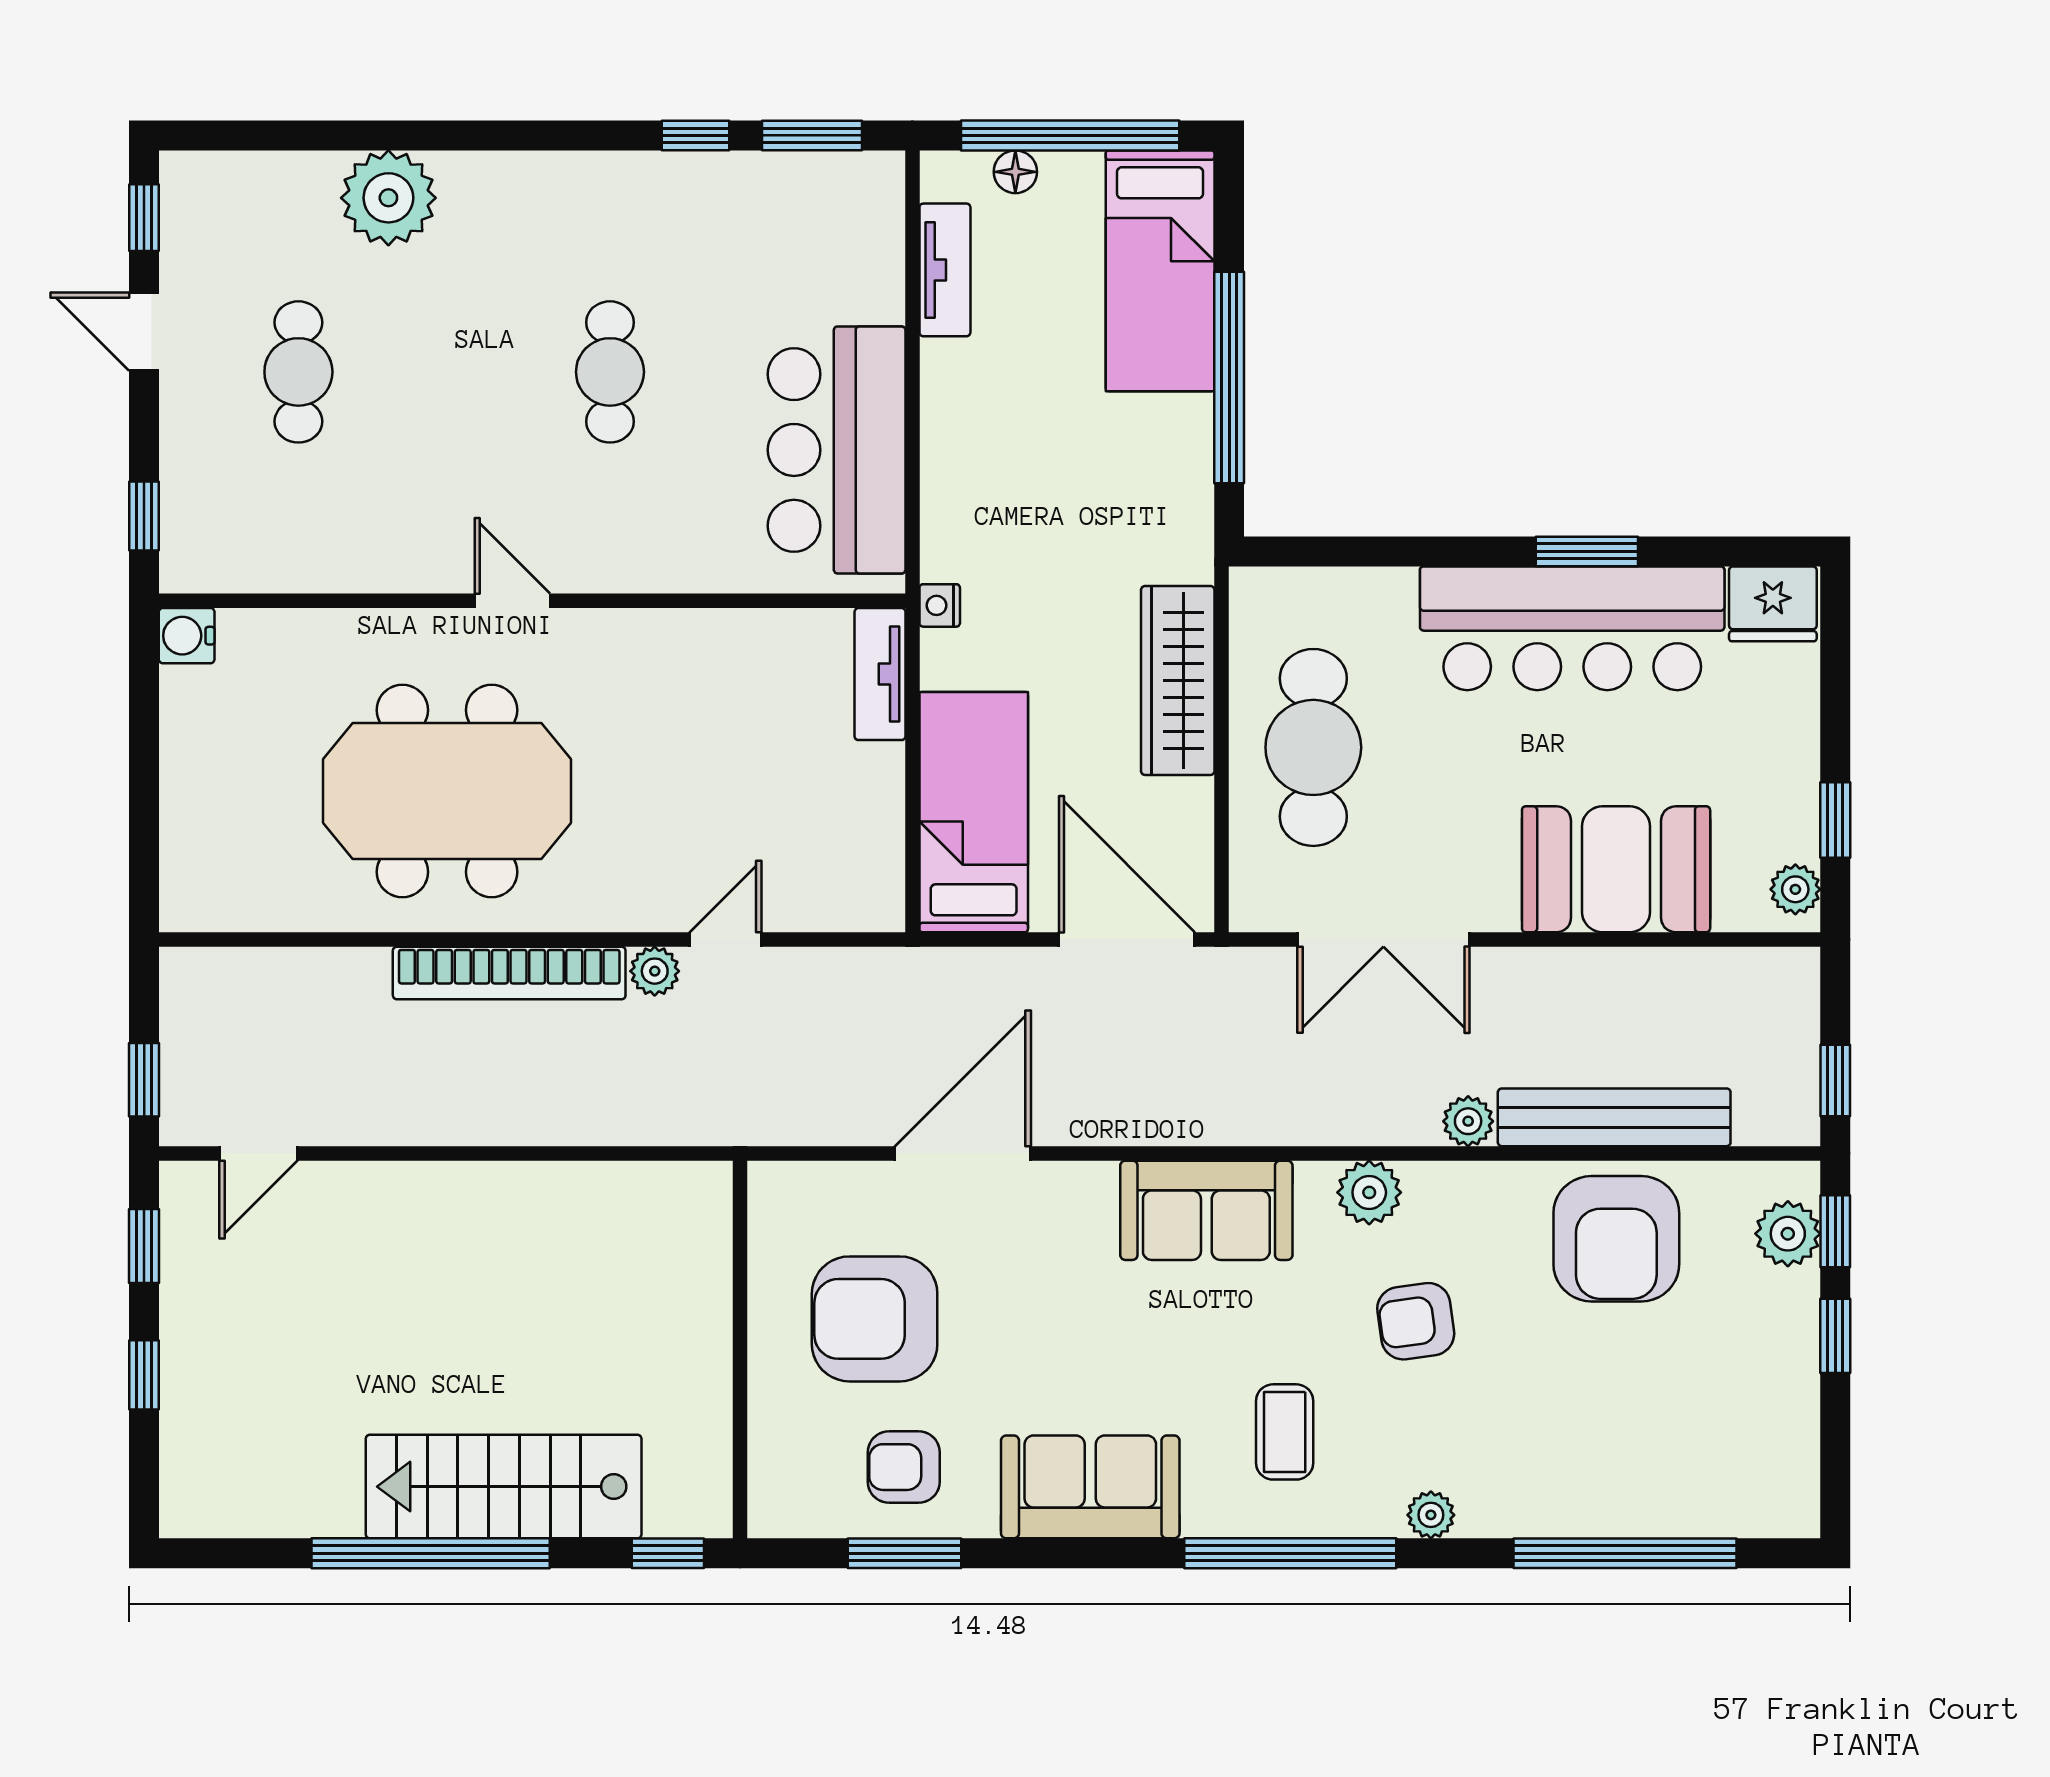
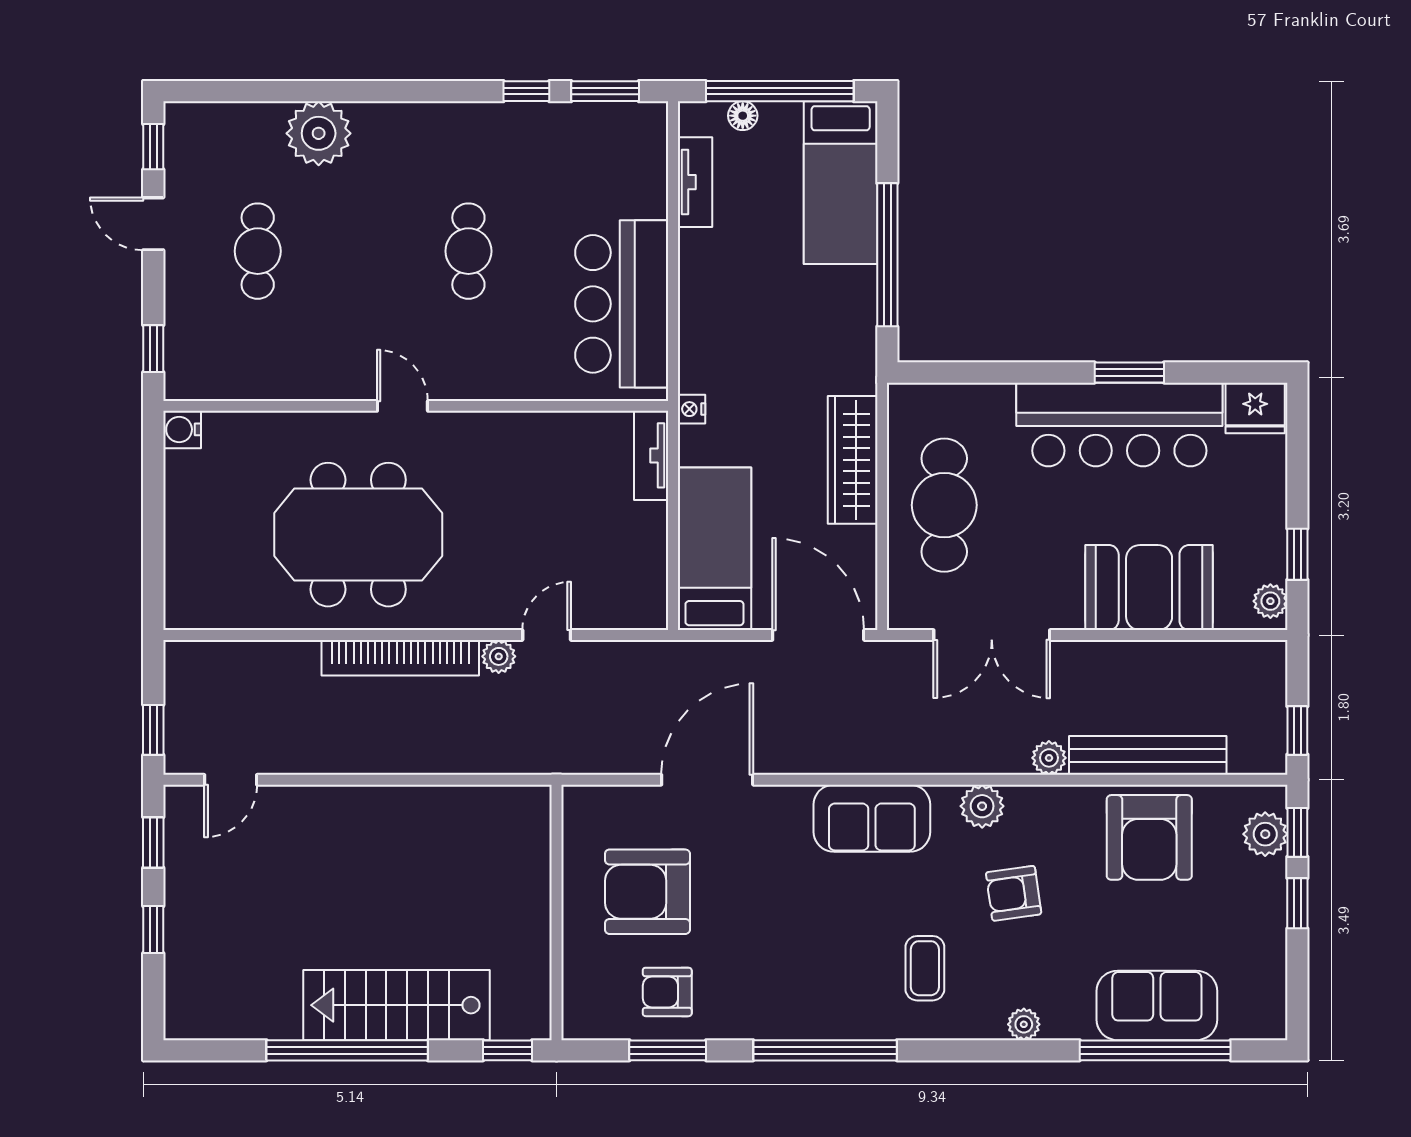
sofa: (1090, 1487) -> (1157, 1005), moved
window: (1290, 1553) -> (825, 1050), moved

